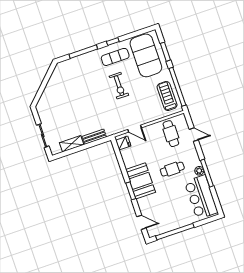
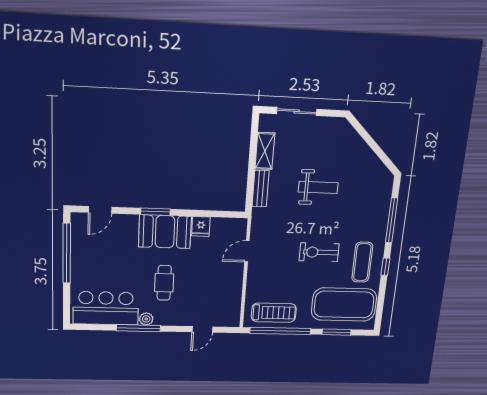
weight bench: (81, 104) -> (318, 187), added
cafe table: (171, 134) -> (217, 299), removed
fridge: (123, 143) -> (201, 226), moved

